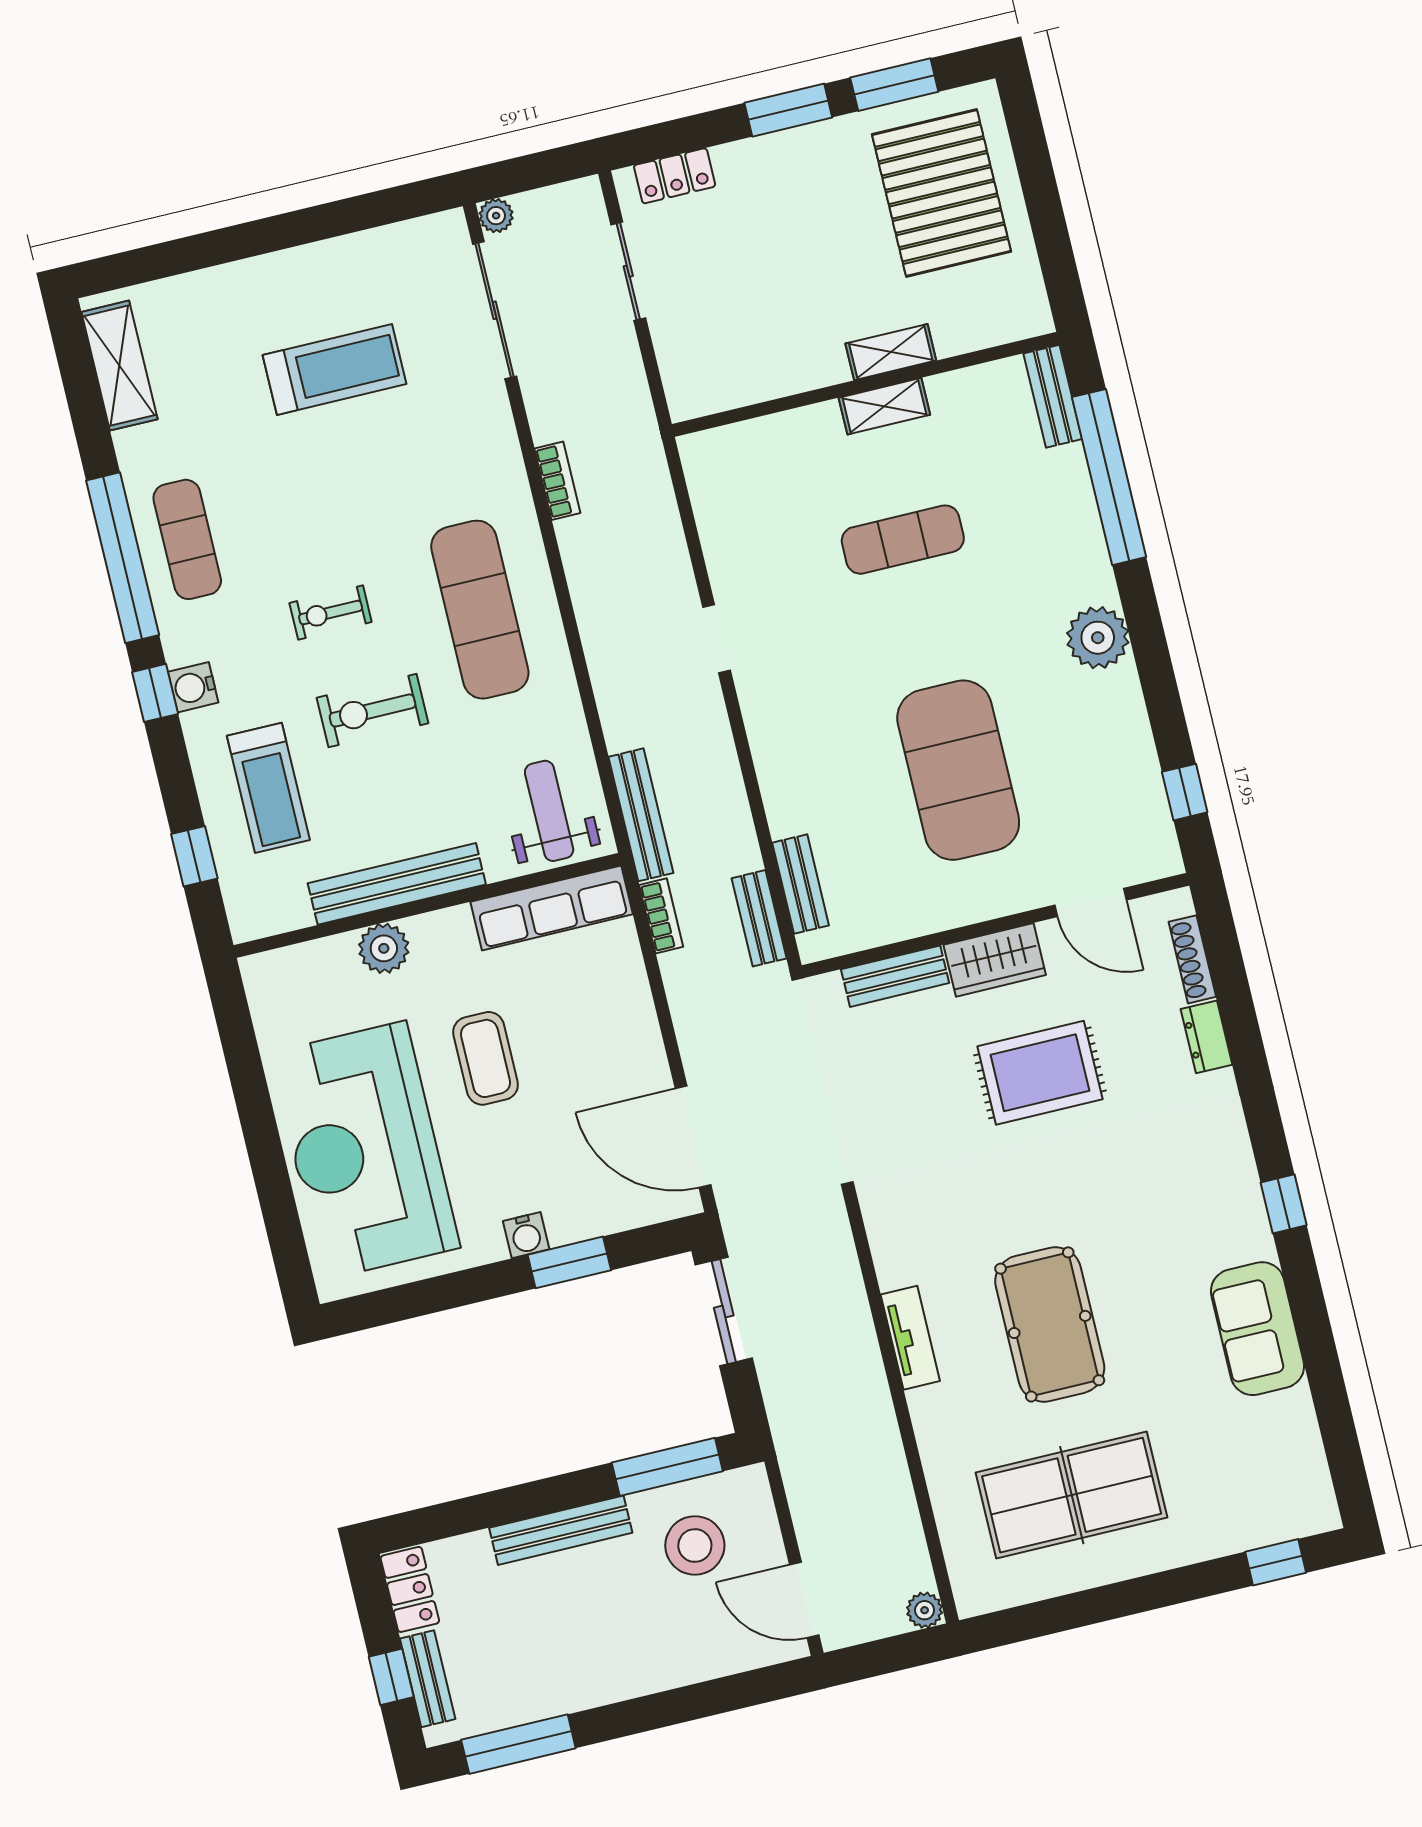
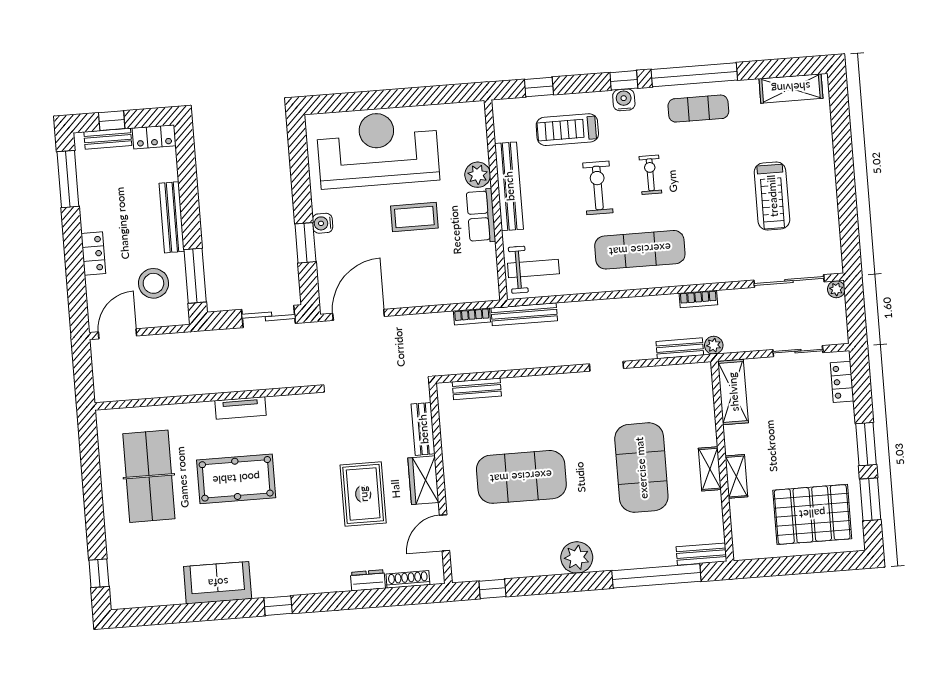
shelving: (728, 385) -> (733, 392), added
exercise mat: (903, 540) -> (641, 468), width x2.00, depth x1.45
row of seats: (552, 908) -> (481, 216), moved, width x0.68
bench: (759, 918) -> (680, 348), moved
plant: (925, 1610) -> (714, 345), moved
locker: (656, 1672) -> (93, 254), added

